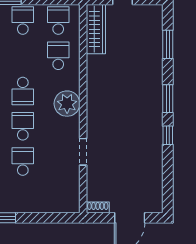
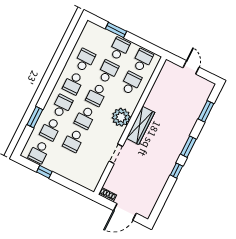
wardrobe: (96, 29) -> (141, 125), moved
school desk: (23, 56) -> (108, 72), added
school desk: (23, 126) -> (85, 118), turned 180
school desk: (23, 162) -> (74, 141), turned 180

